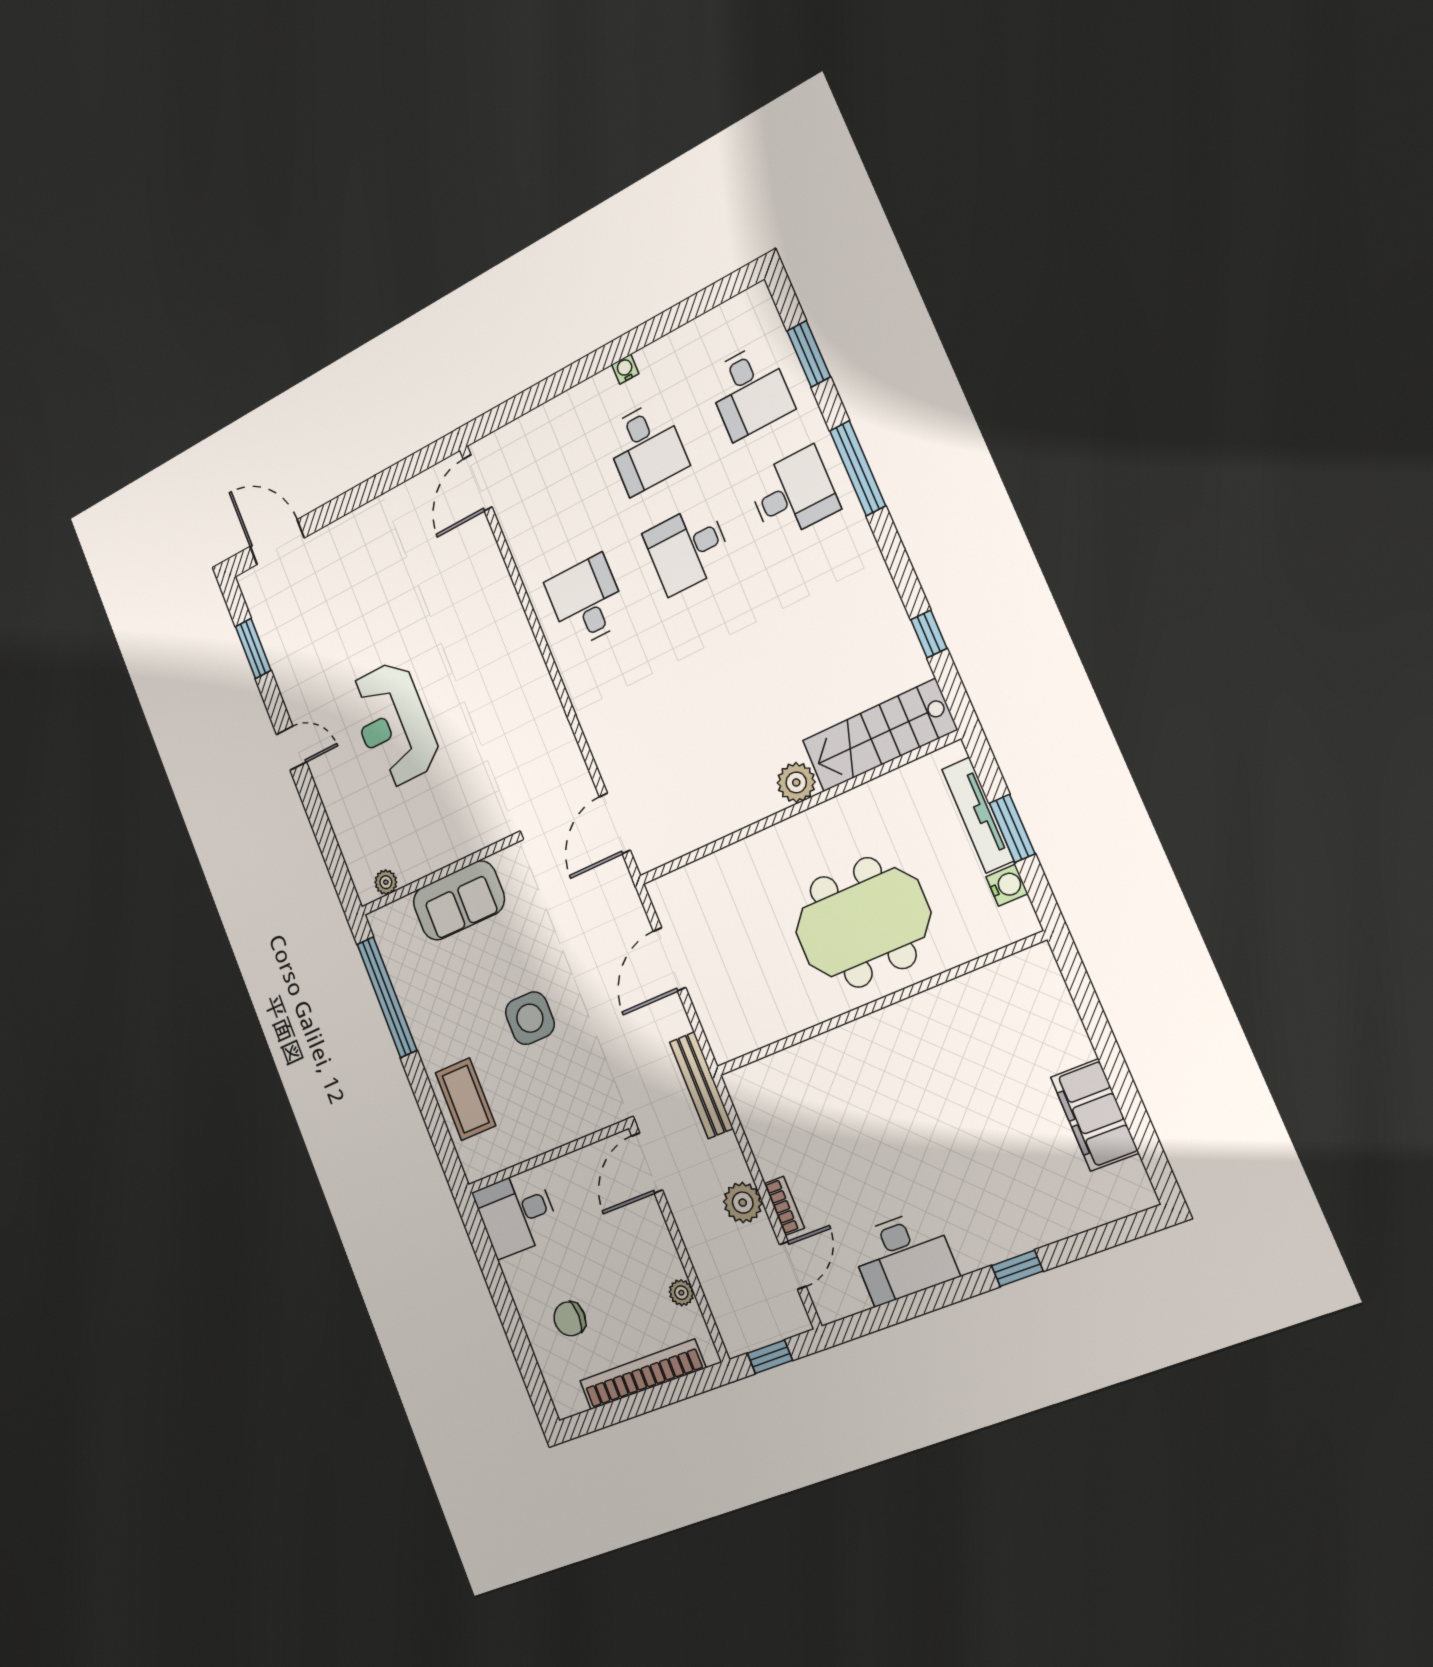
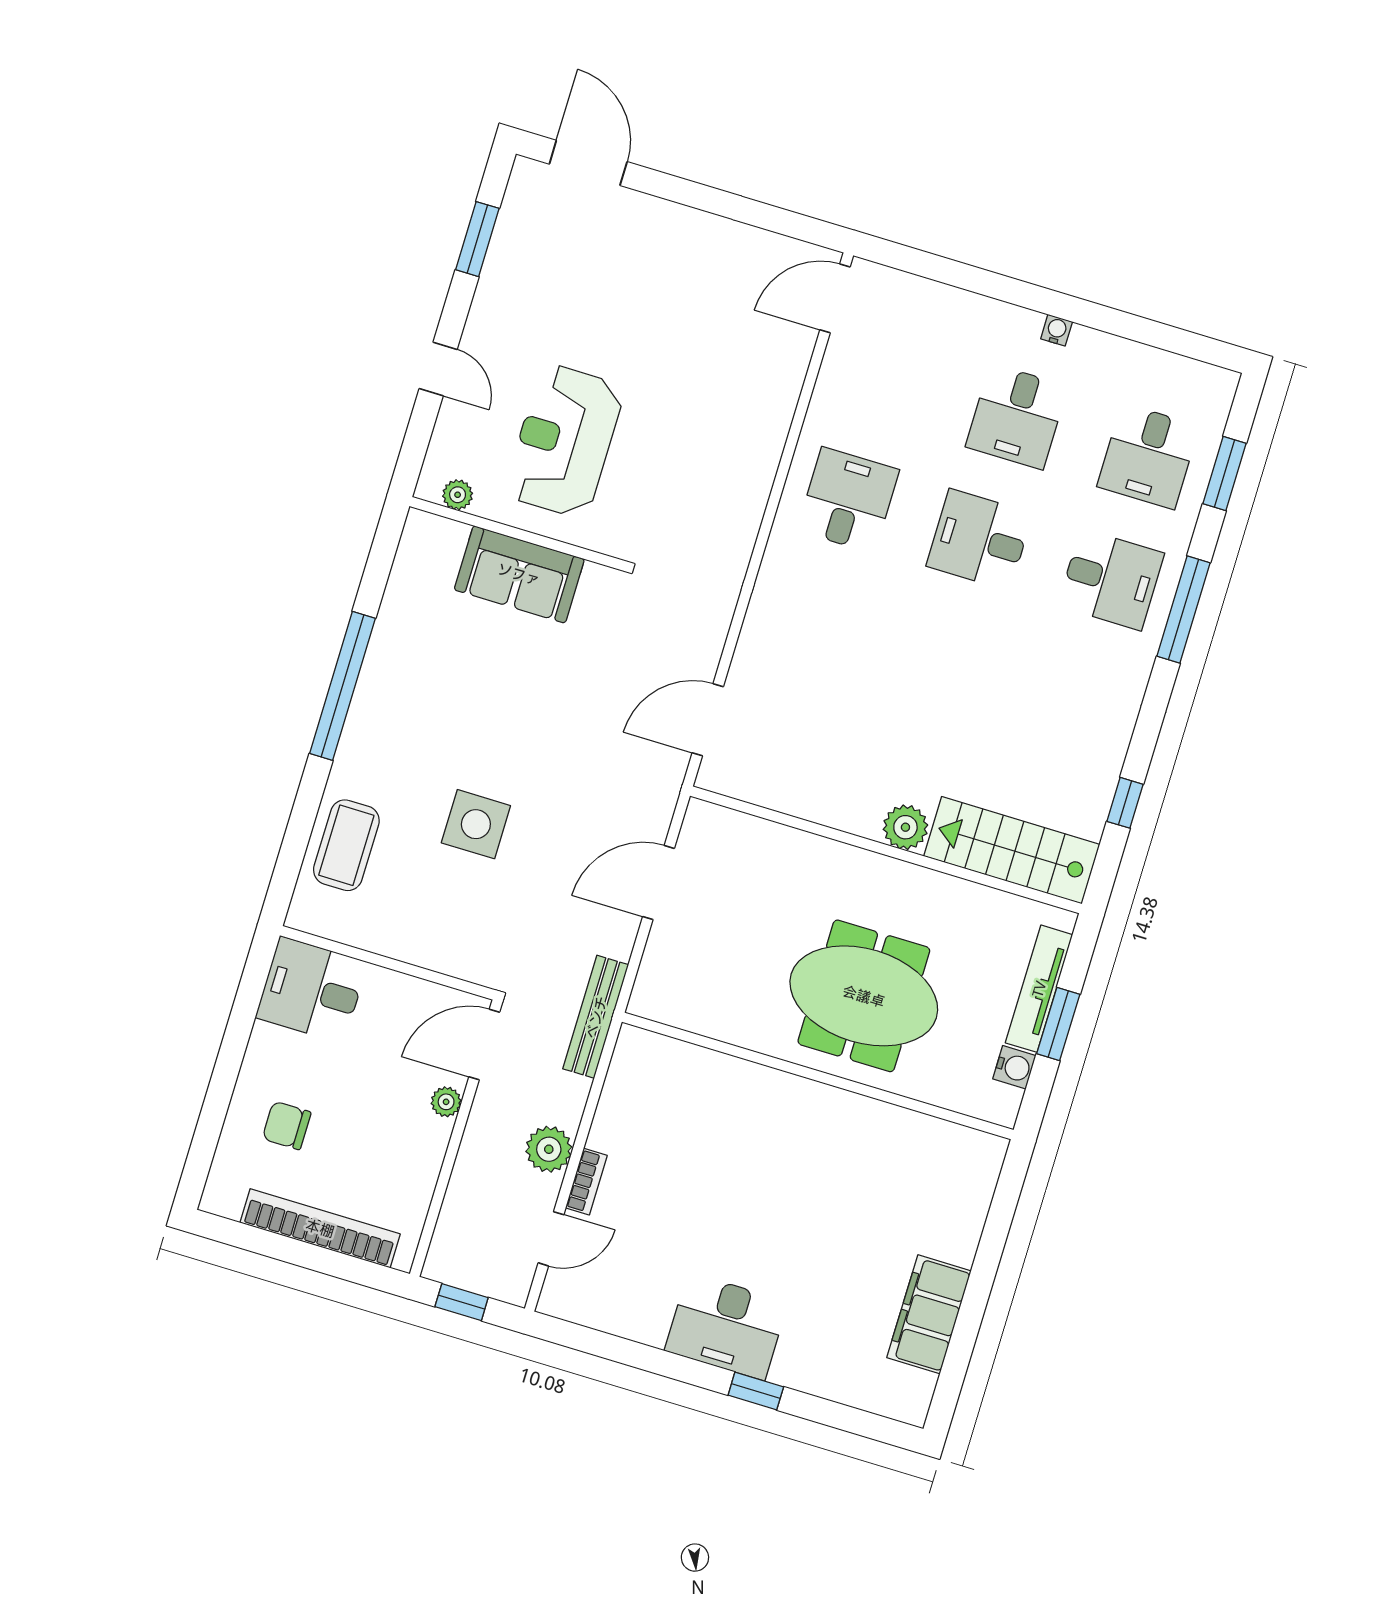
wall: (438, 875) -> (517, 534), moved
plant: (386, 882) -> (458, 495), moved
sofa: (459, 900) -> (519, 574), moved
desk: (903, 1257) -> (726, 1326), moved
plant: (681, 1293) -> (446, 1102), moved

